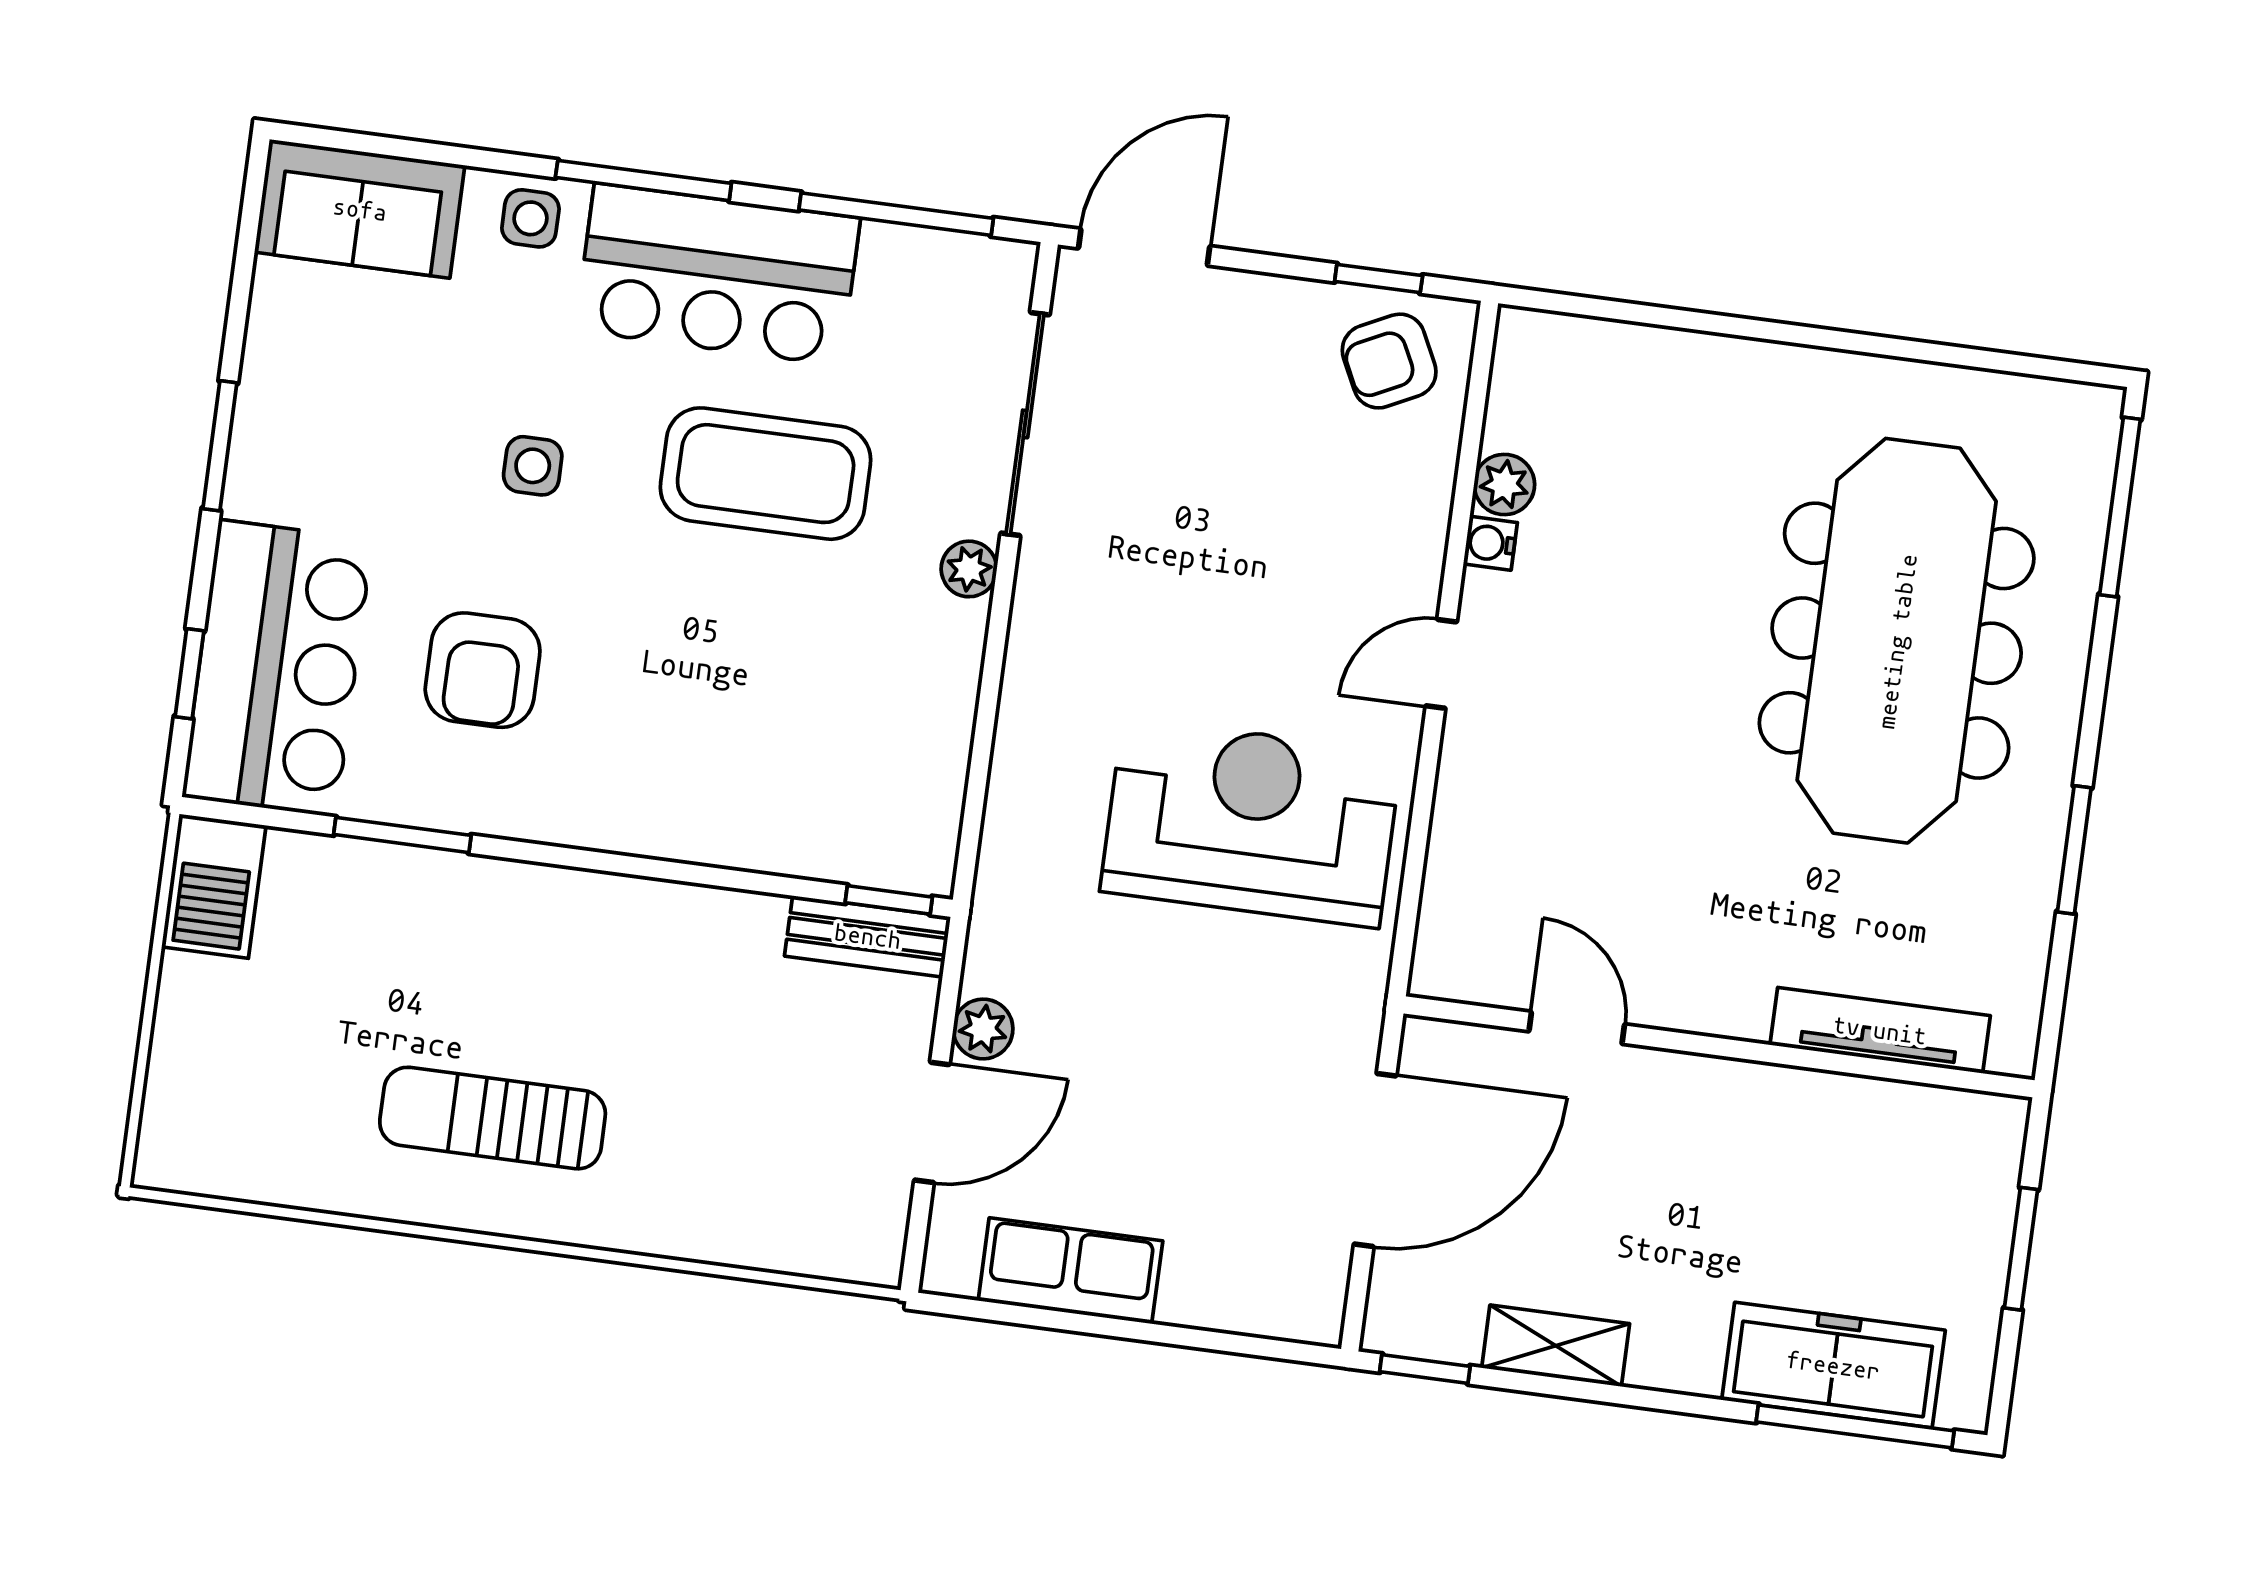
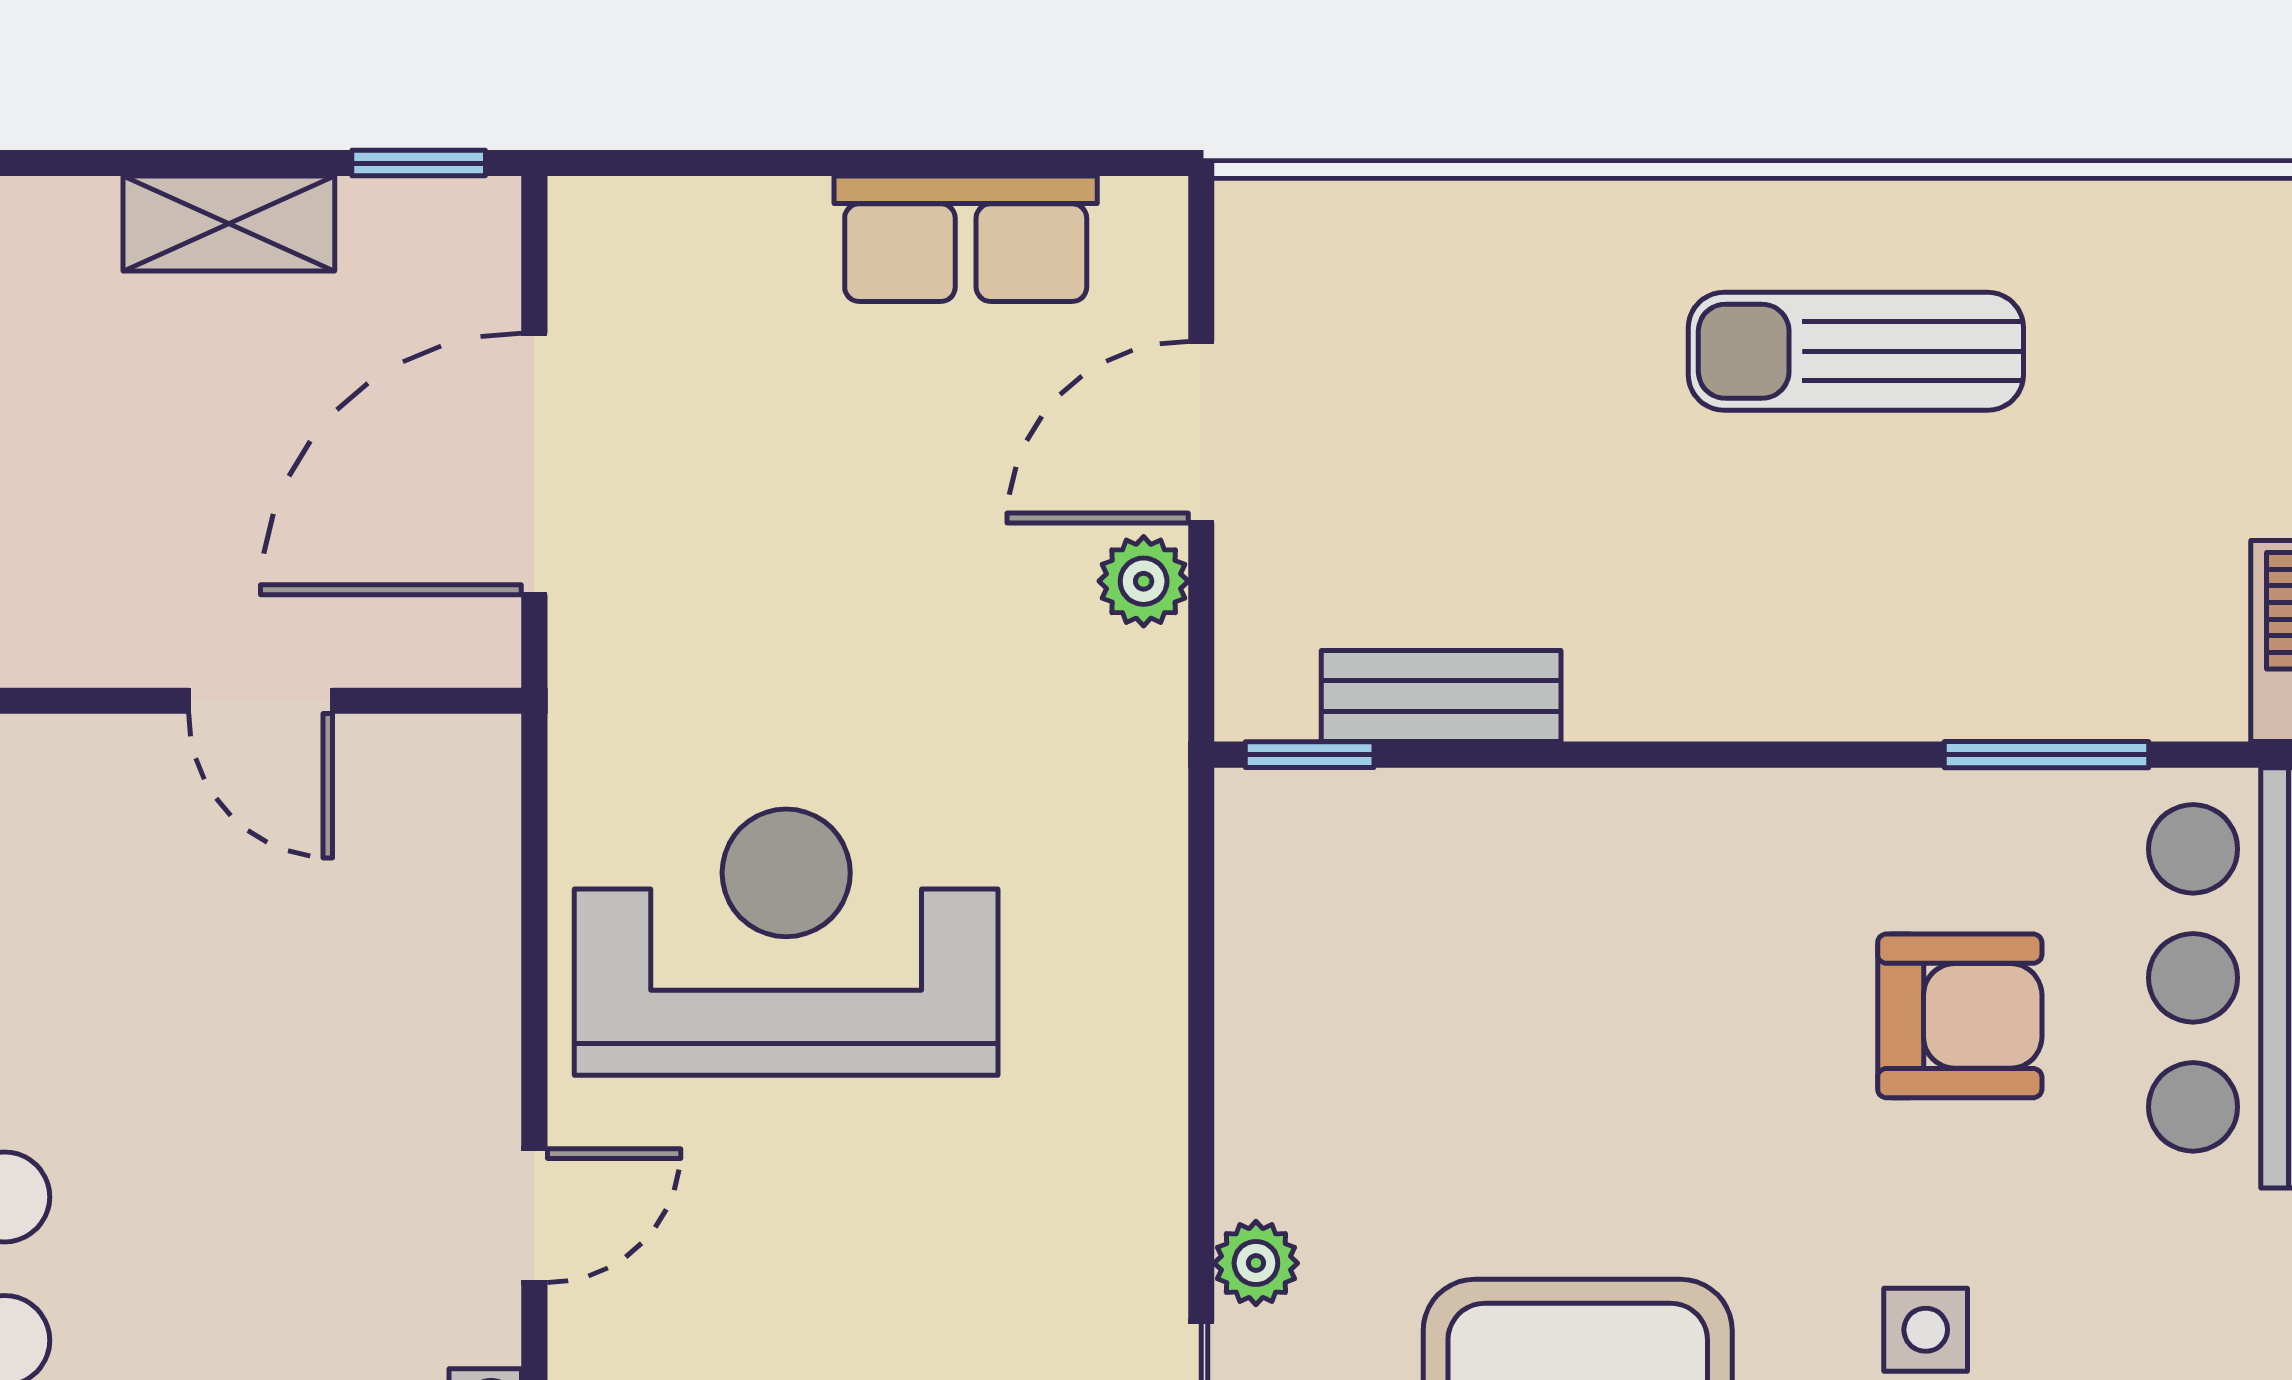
armchair: (483, 670) -> (1960, 1016), turned 90
reception desk: (1251, 822) -> (786, 942), turned 180
bench: (868, 936) -> (1441, 696), moved
sun lounger: (493, 1118) -> (1856, 351), turned 180

